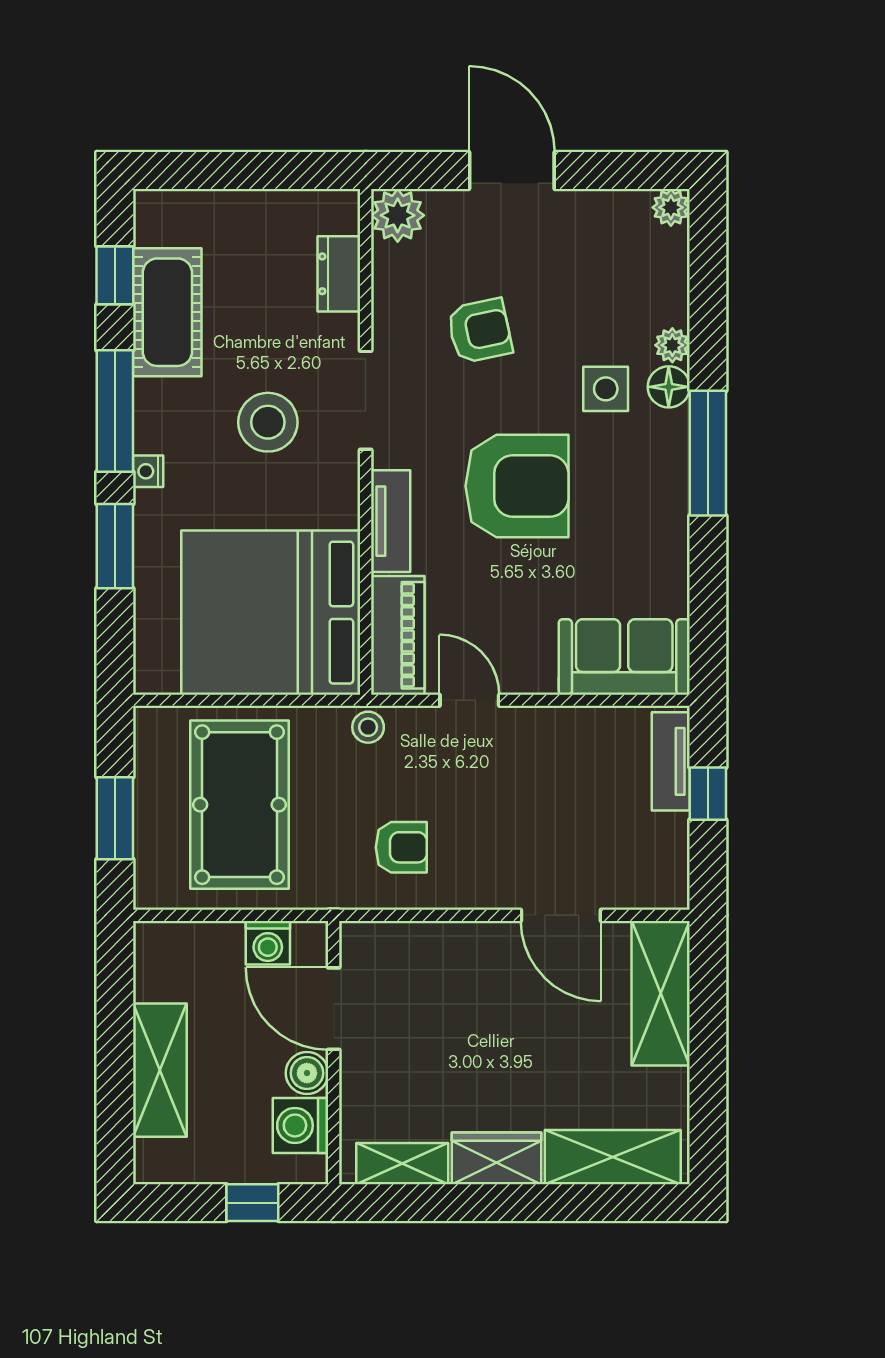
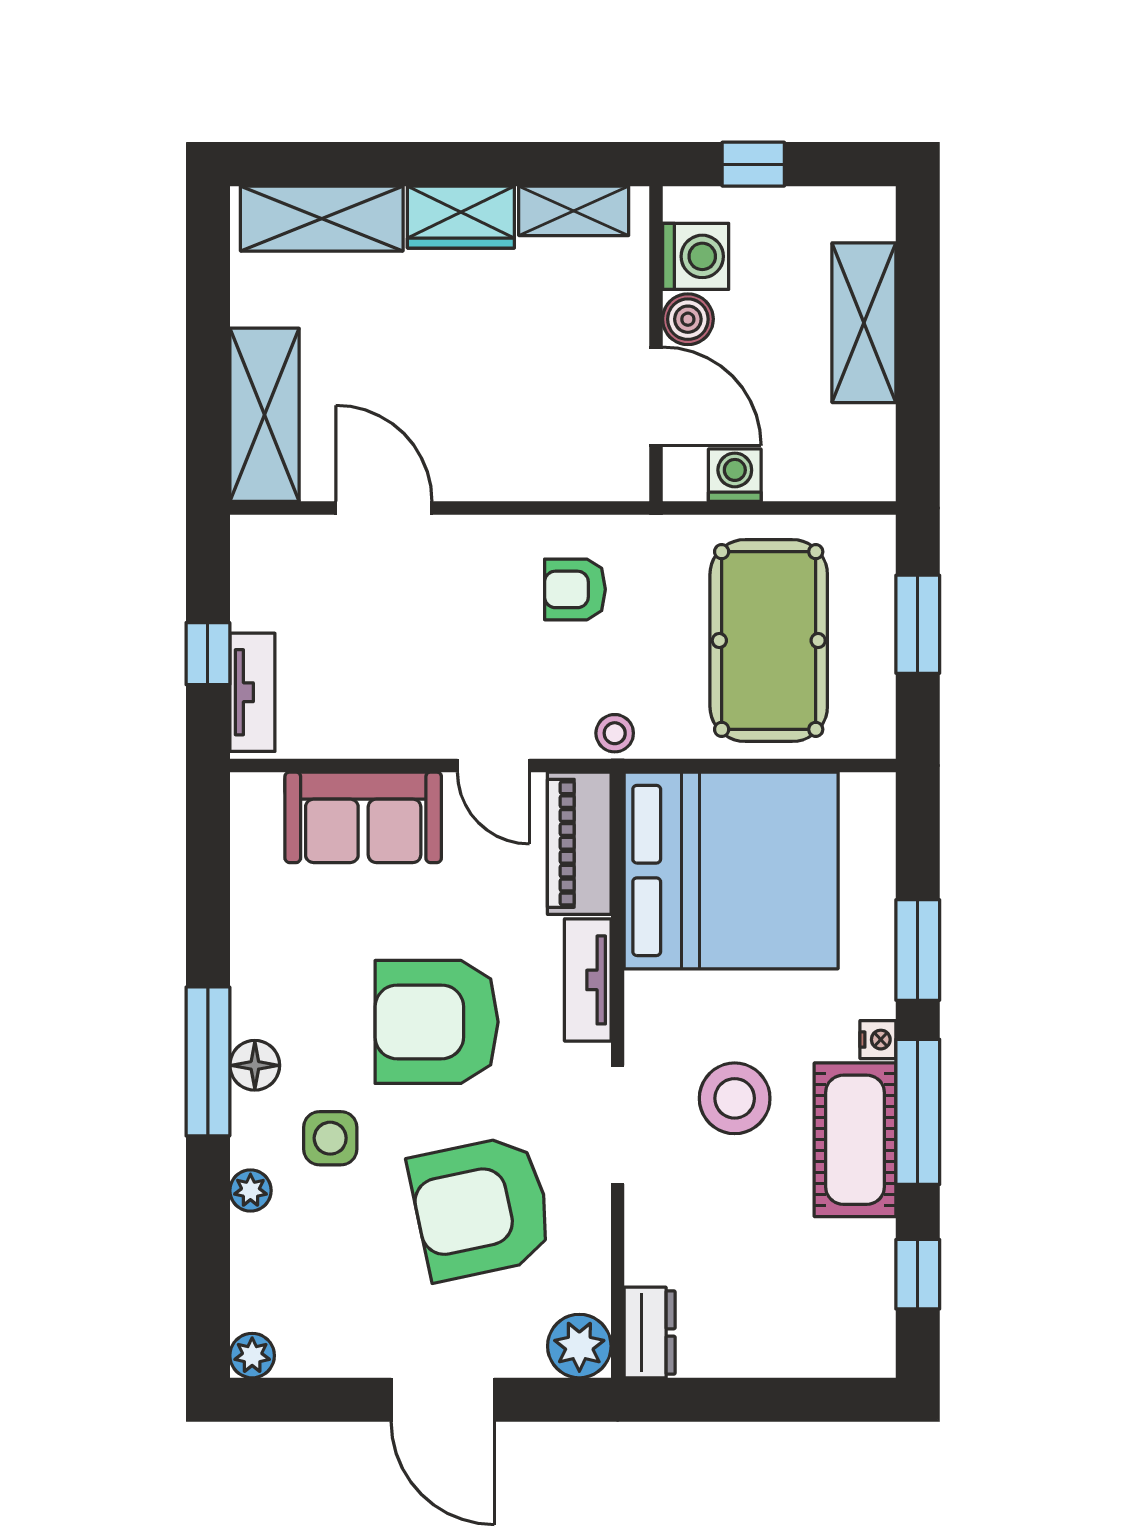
dresser: (339, 274) -> (650, 1332), moved
cot: (167, 312) -> (855, 1140), moved
armchair: (480, 331) -> (481, 1208), width x1.88, depth x1.88
floor lamp: (669, 387) -> (255, 1065), moved
sofa: (624, 657) -> (363, 817), moved

